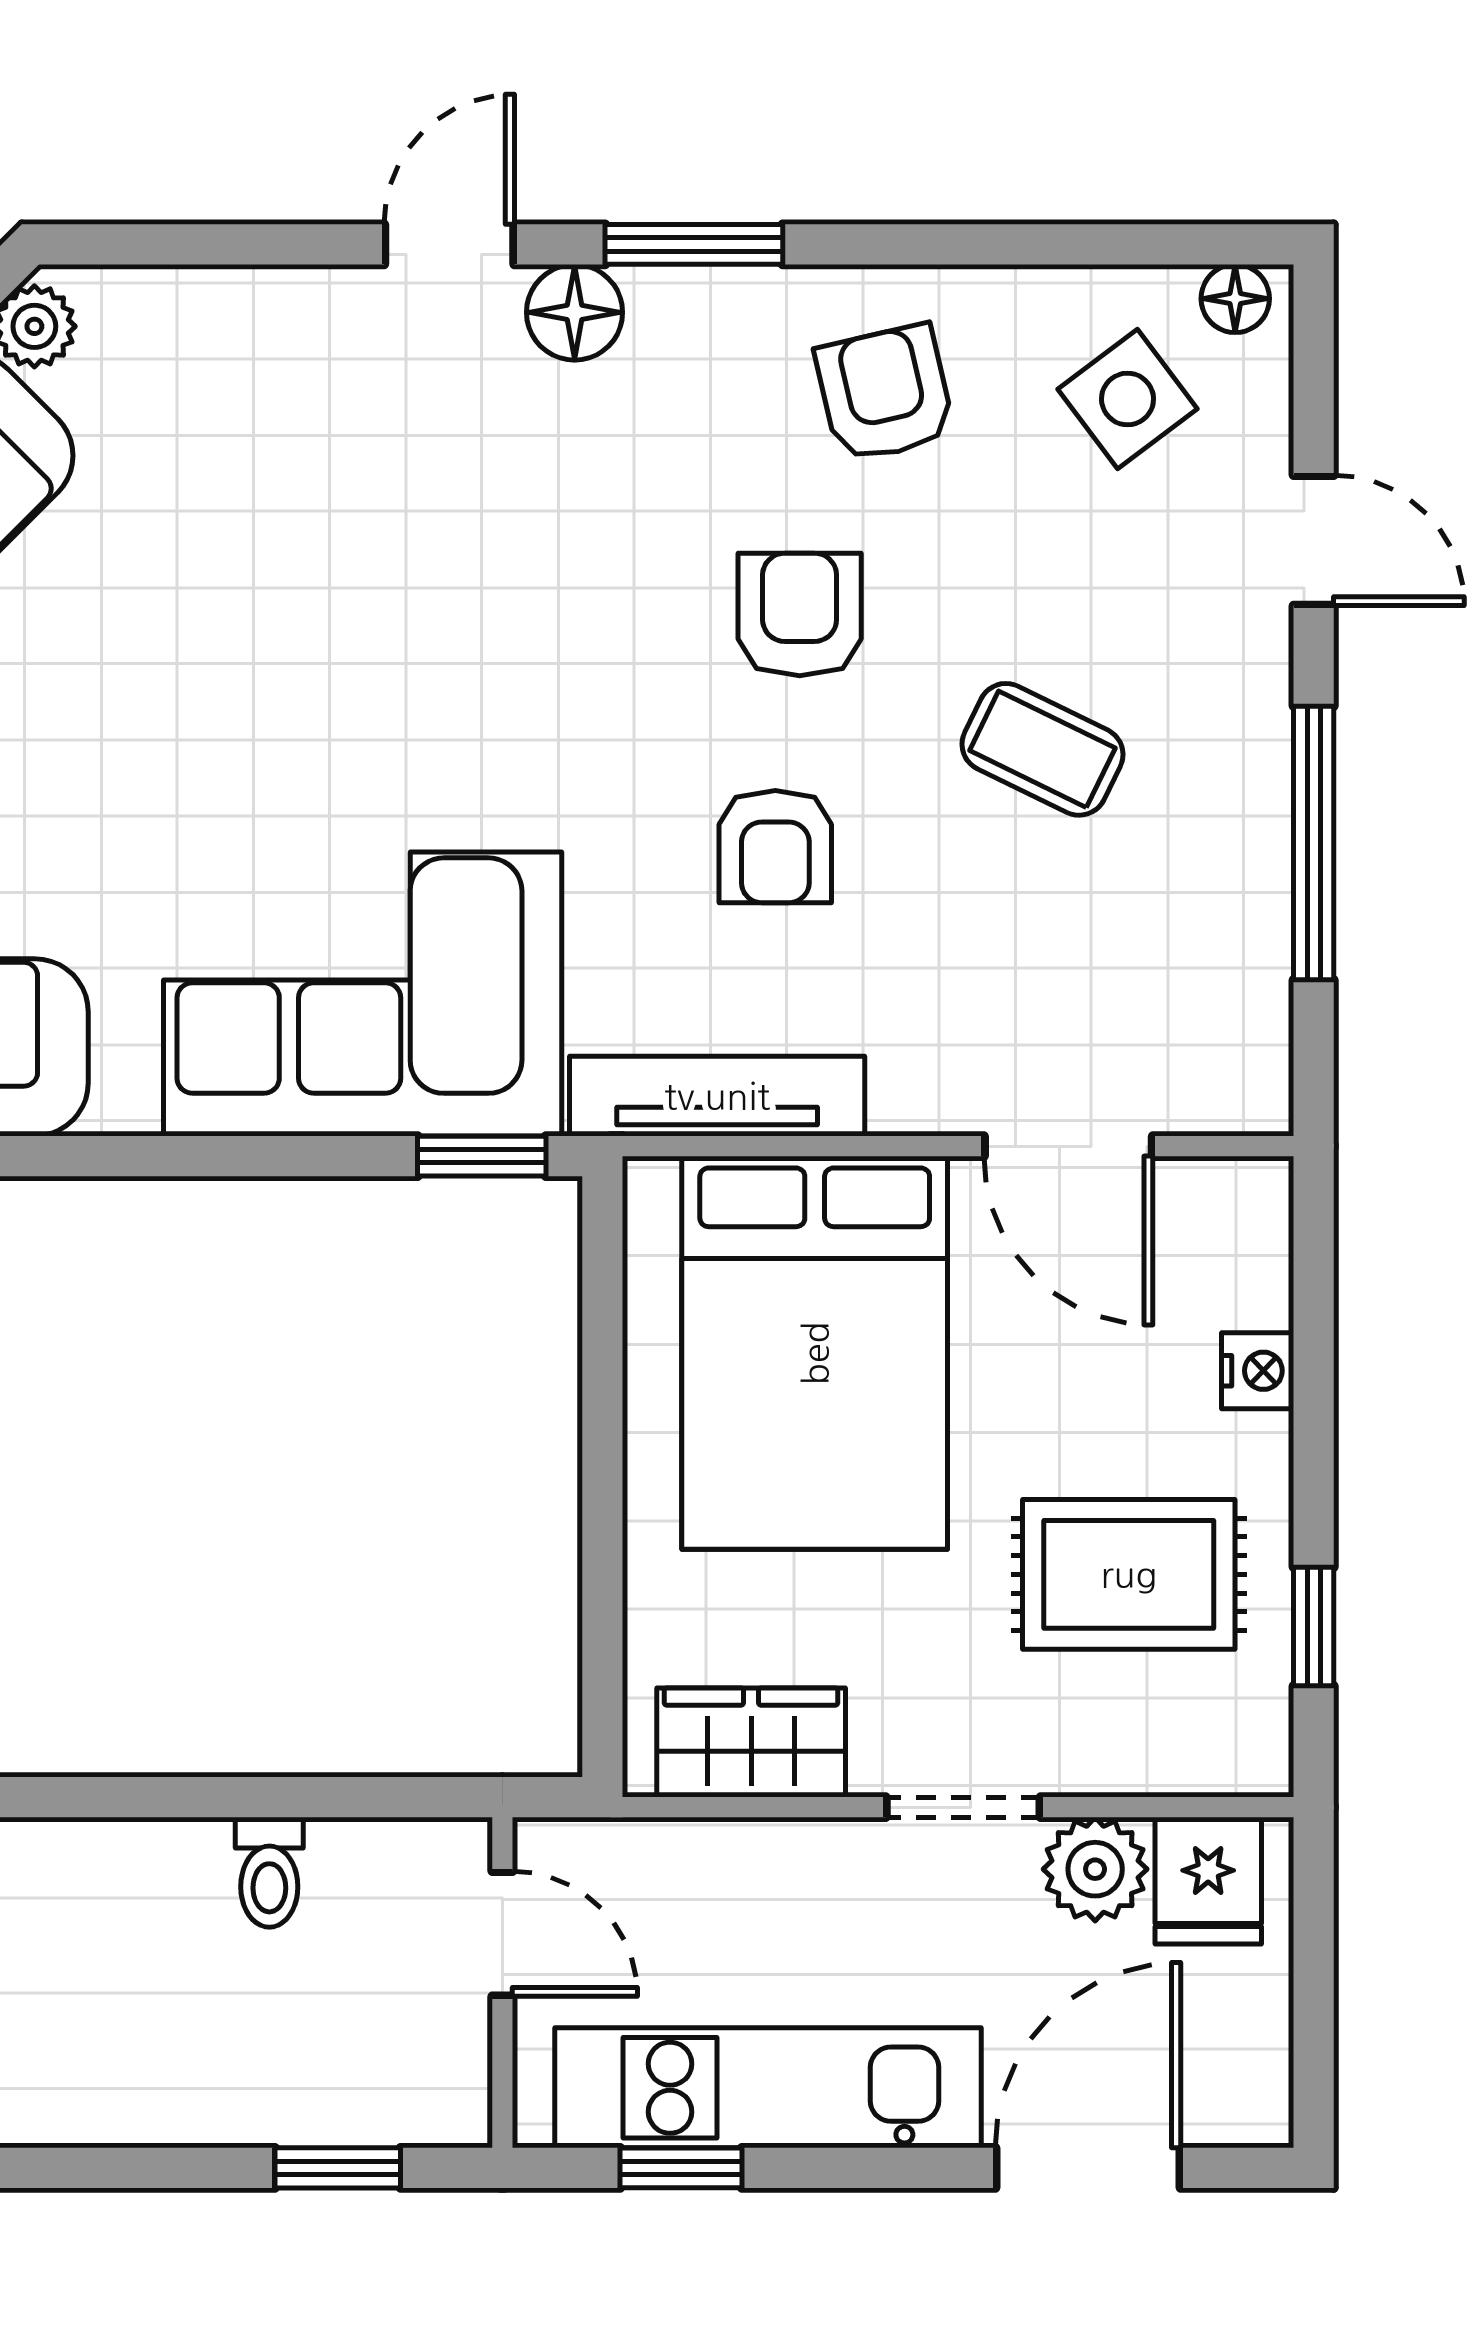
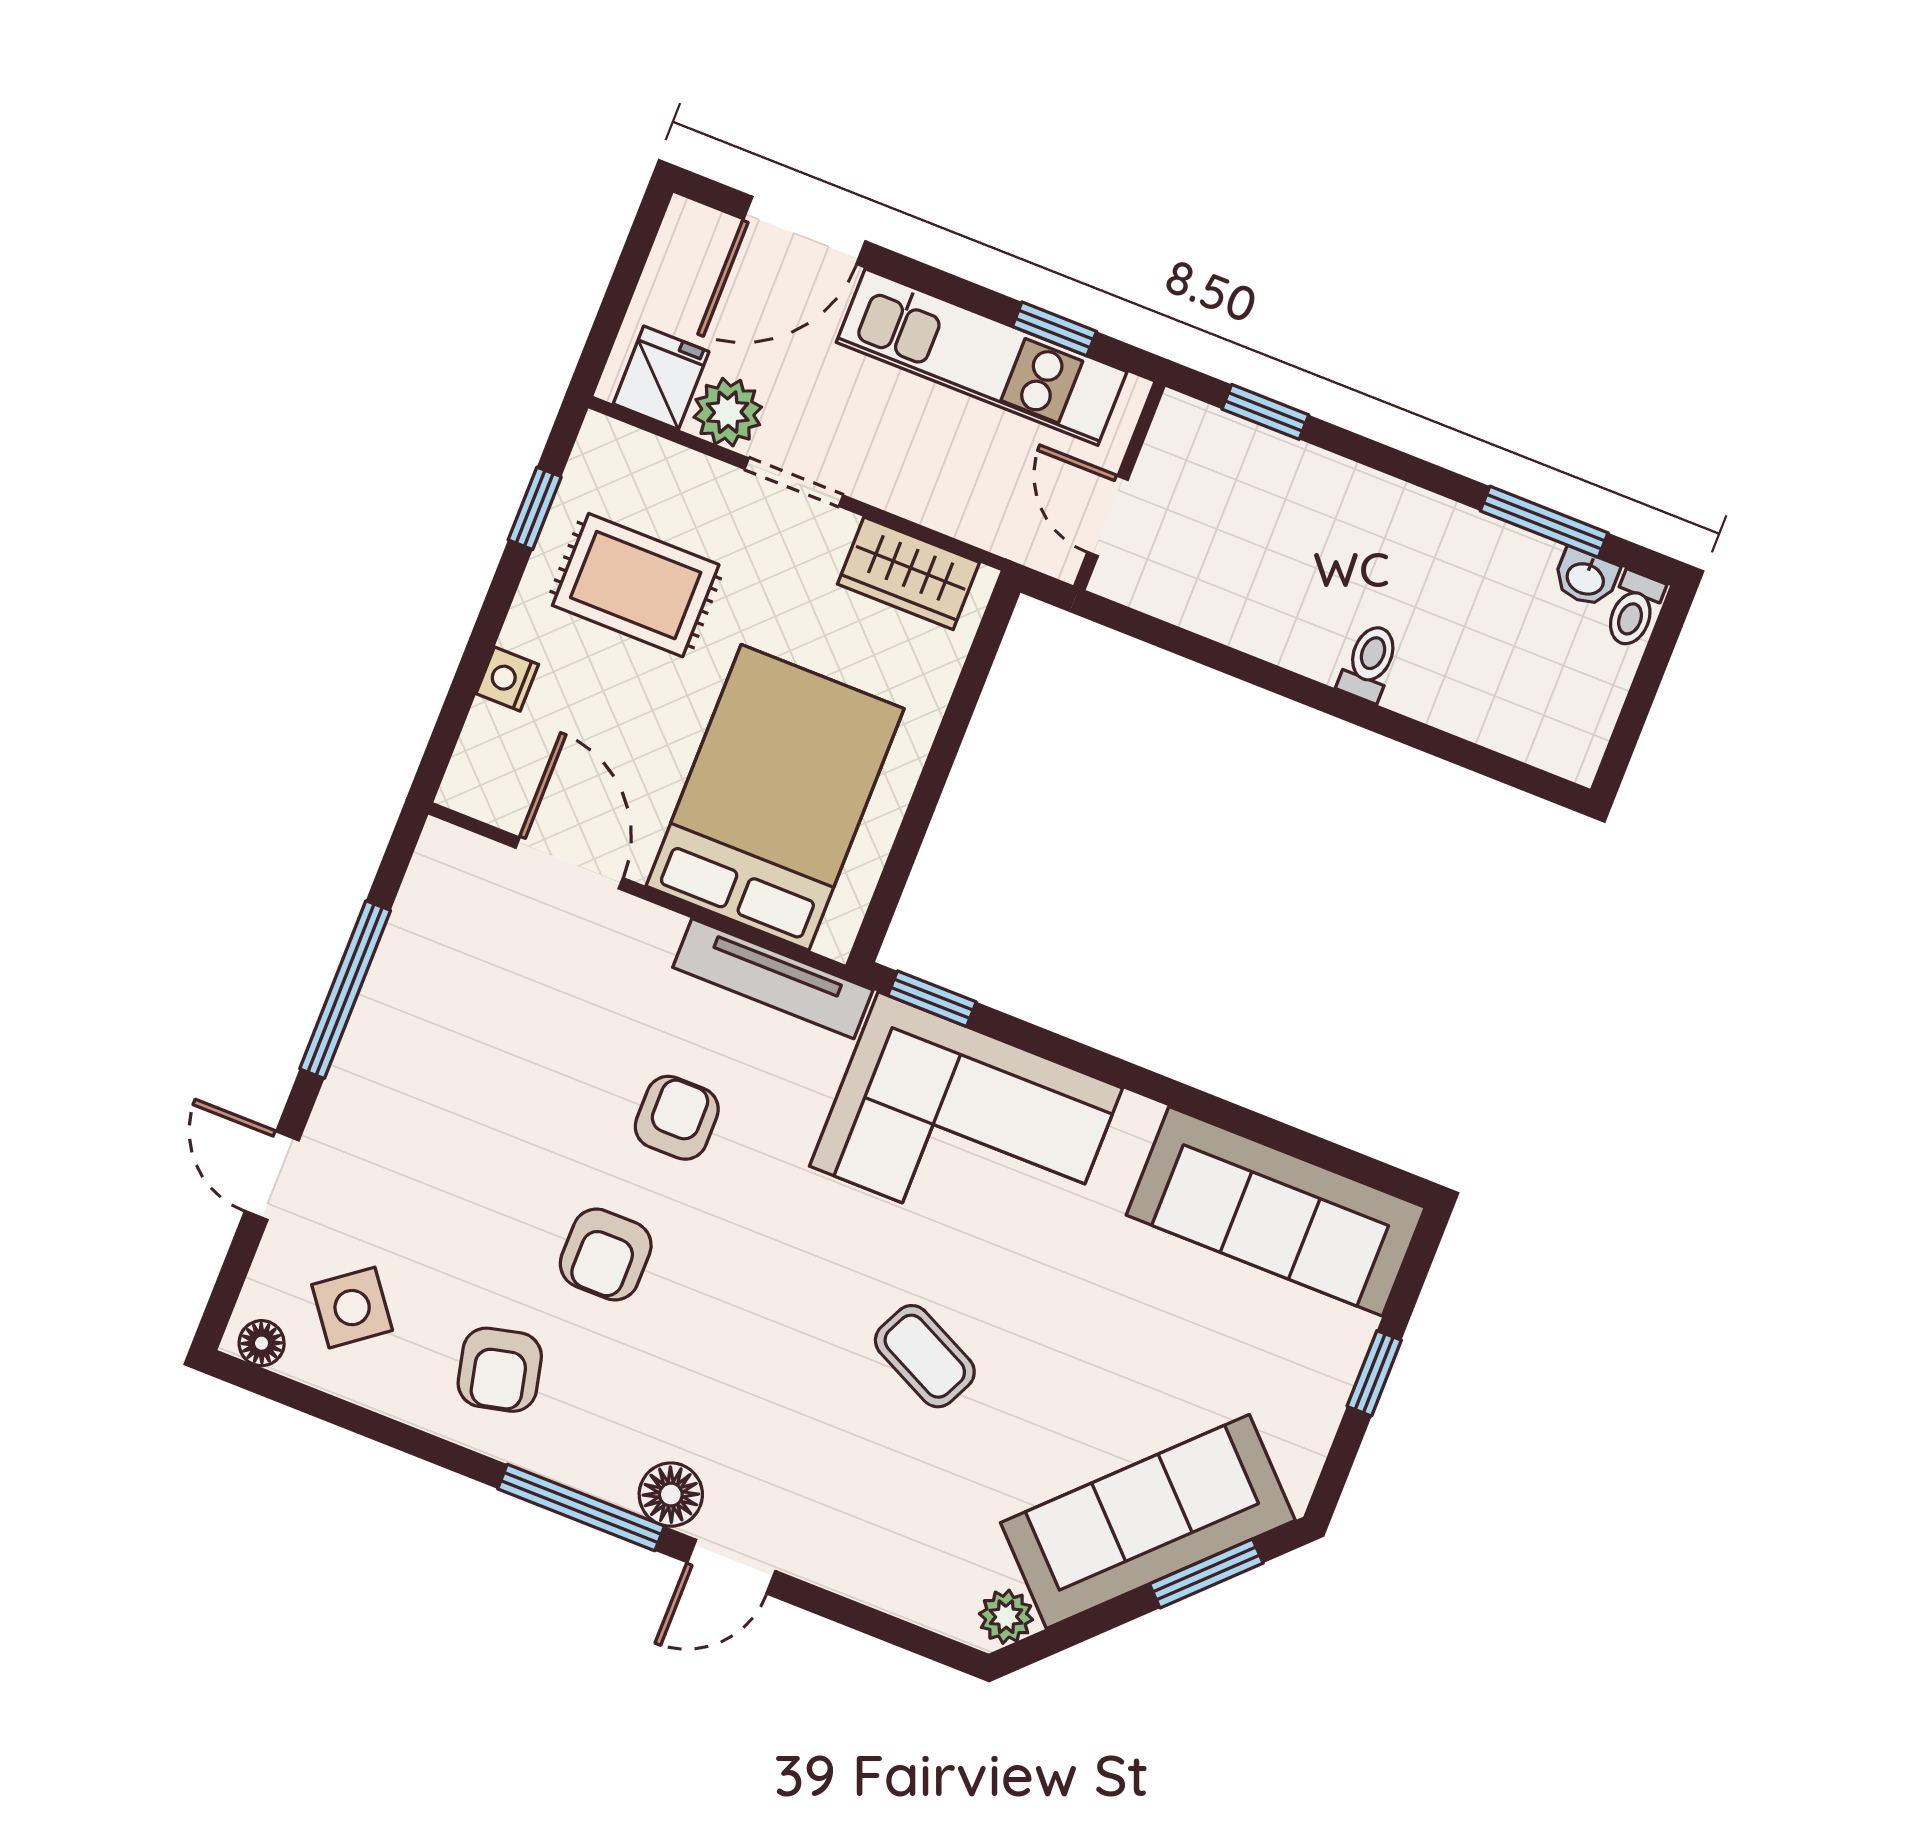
window: (694, 244) -> (581, 1507), width x1.44
coffee table: (1042, 749) -> (925, 1356), moved
toilet: (269, 1872) -> (1369, 663), moved

